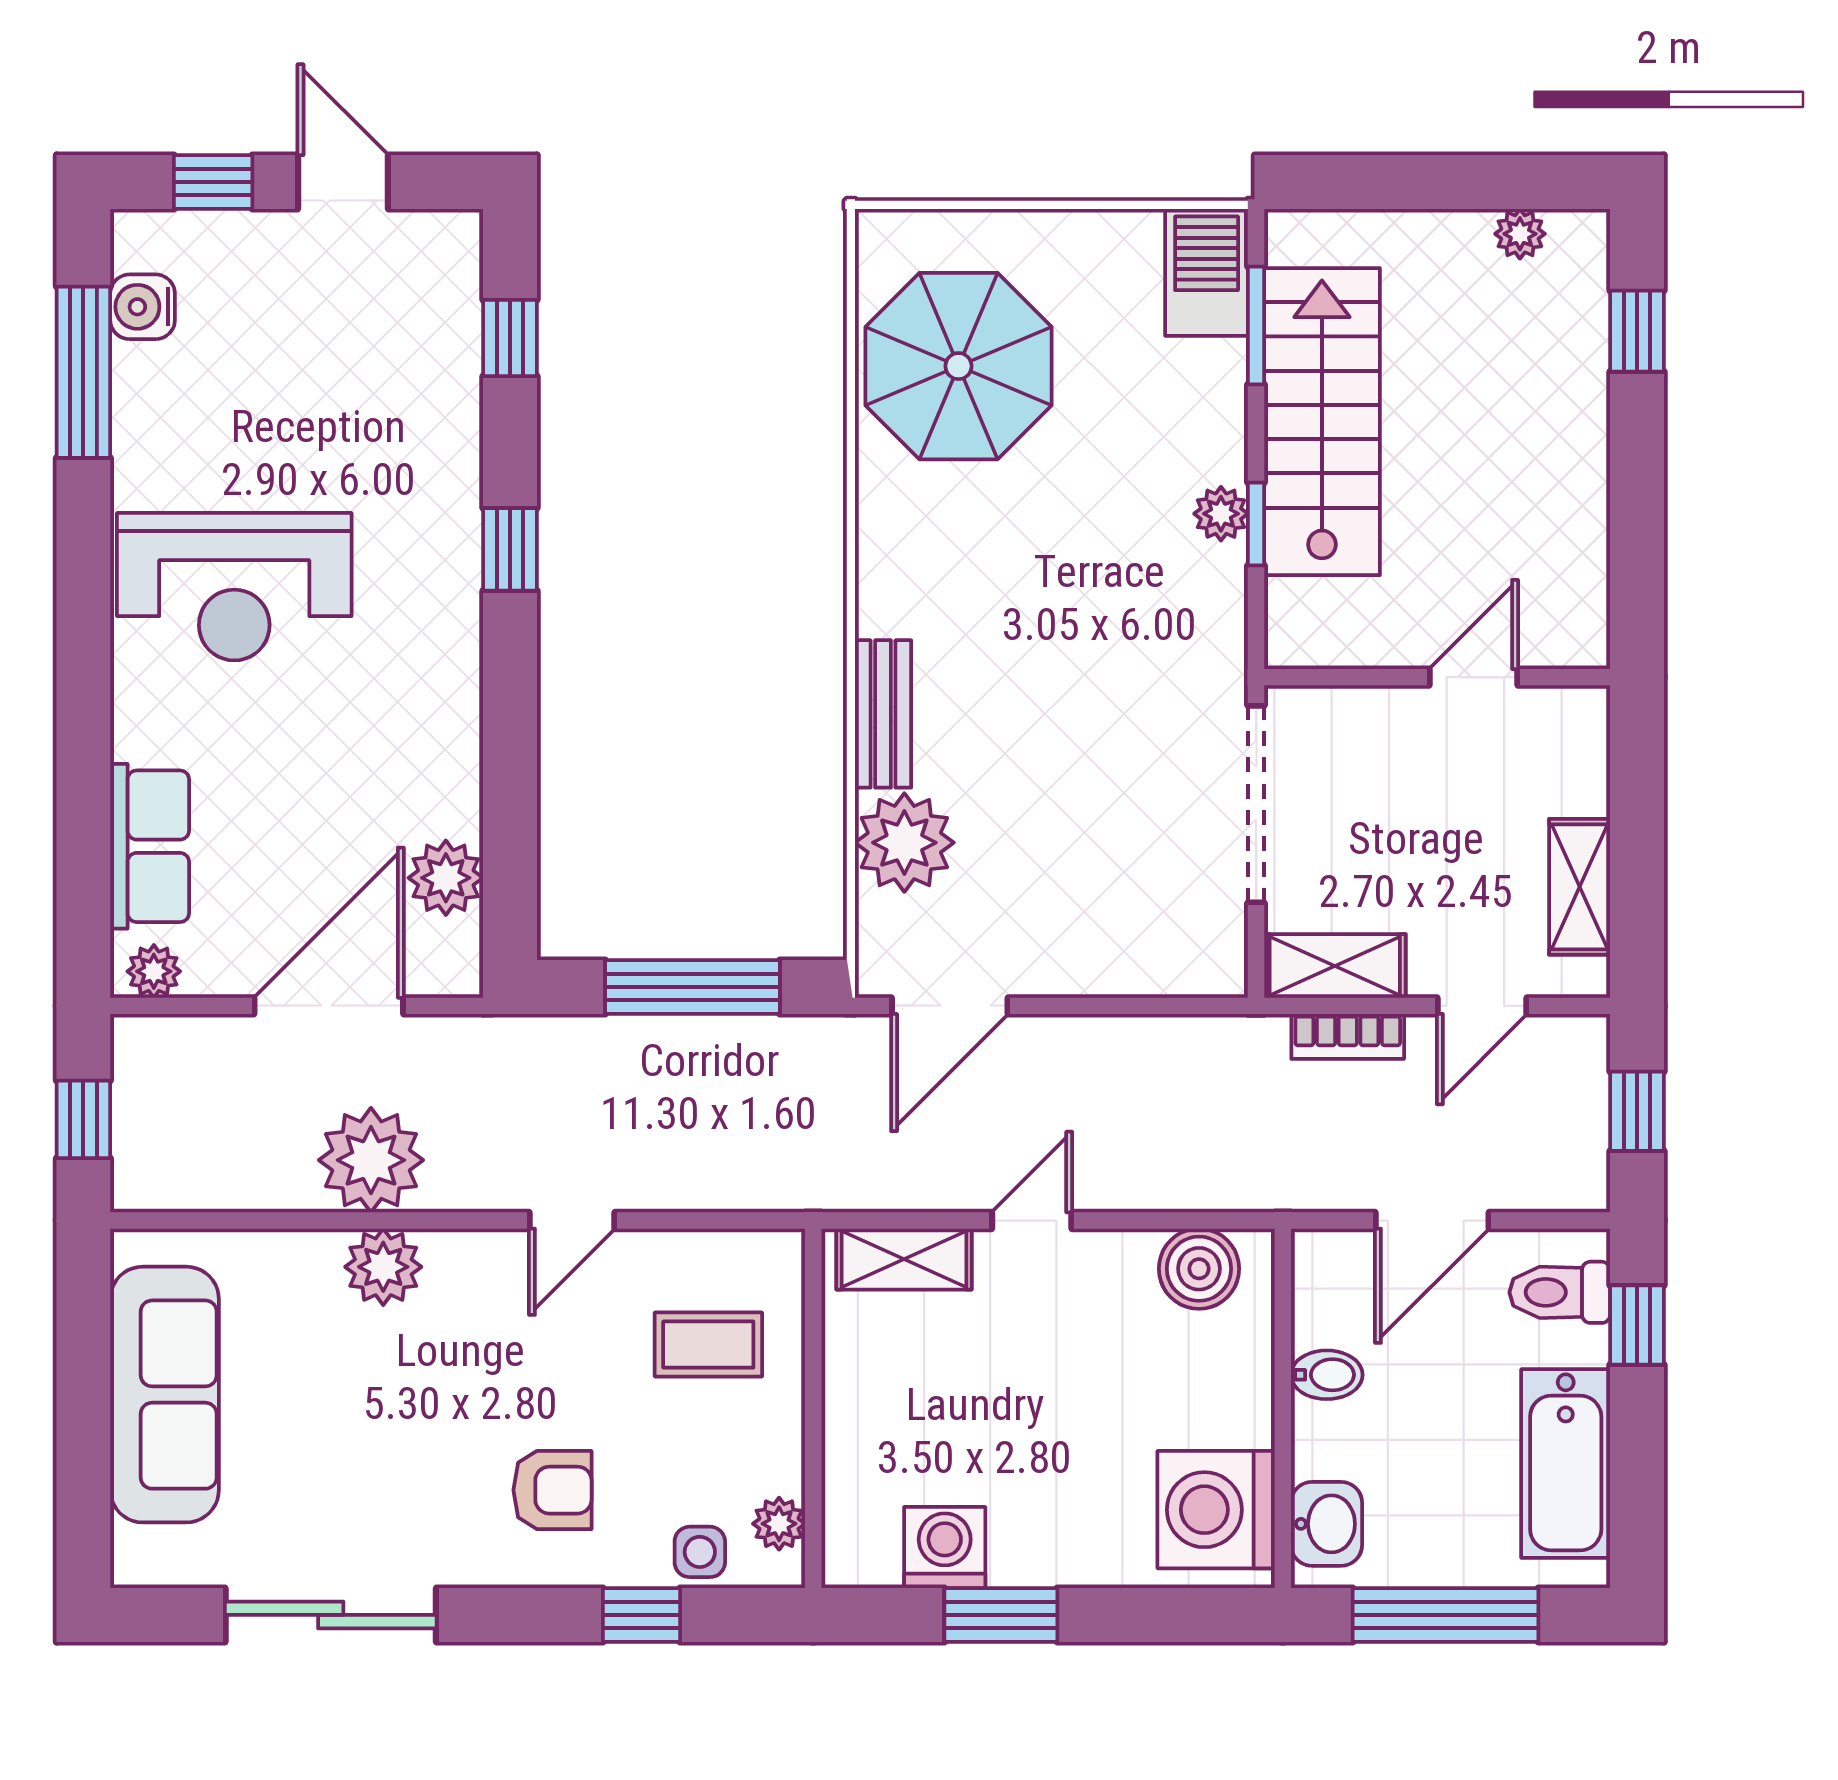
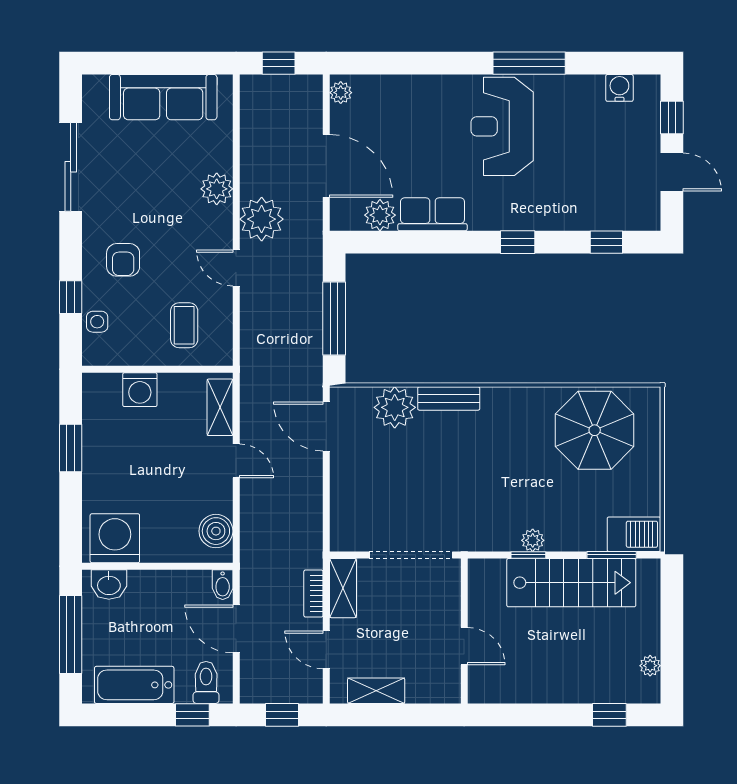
door: (343, 182) -> (672, 172), hinge flipped
window: (83, 372) -> (529, 63), moved
row of seats: (150, 846) -> (432, 214), moved, turned 180
plant: (371, 1160) -> (262, 219), moved
bidet: (1327, 1375) -> (223, 585), moved
plant: (779, 1524) -> (109, 355), removed
washing machine: (945, 1548) -> (140, 390), moved, turned 90

